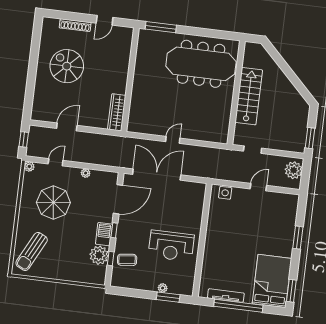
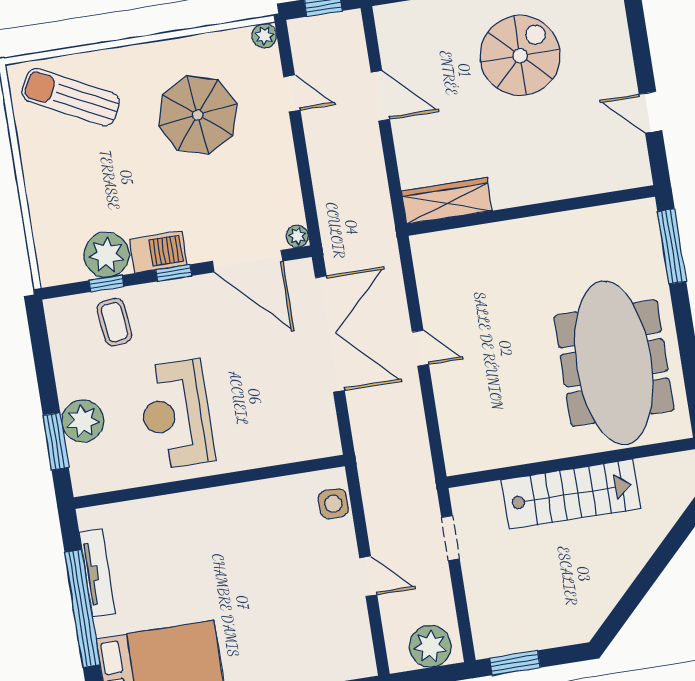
shoe rack: (75, 25) -> (620, 48), removed
plant: (86, 173) -> (297, 236), moved
plant: (163, 288) -> (83, 421), width x1.87, depth x1.87

